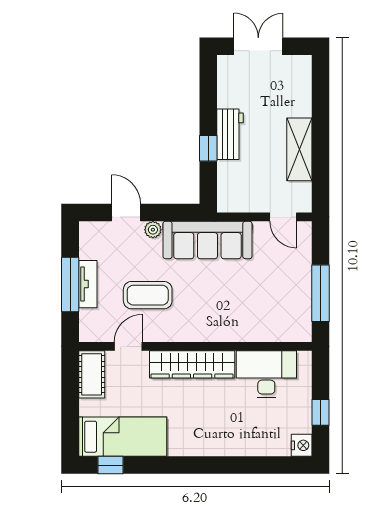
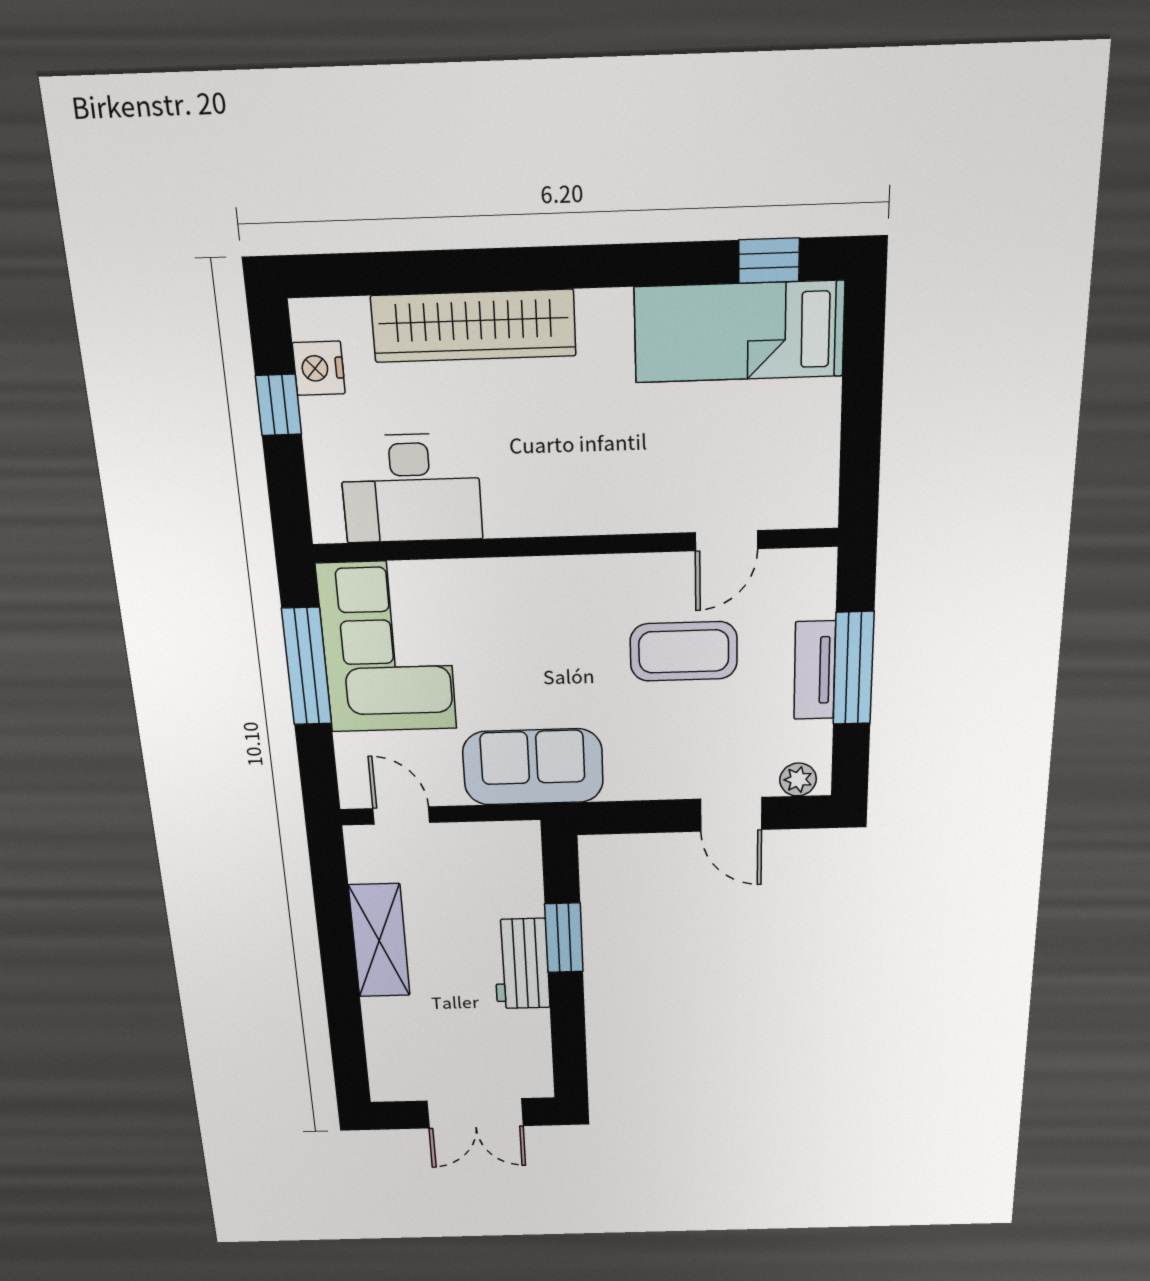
window: (208, 148) -> (564, 938), width x1.50
plant: (153, 230) -> (798, 780), moved
sofa: (207, 240) -> (533, 767), width x0.73
corner sofa: (283, 301) -> (387, 647), added
wardrobe: (192, 364) -> (474, 326), moved, turned 180
cot: (92, 374) -> (810, 476), removed
nightstand: (302, 445) -> (319, 368), moved

